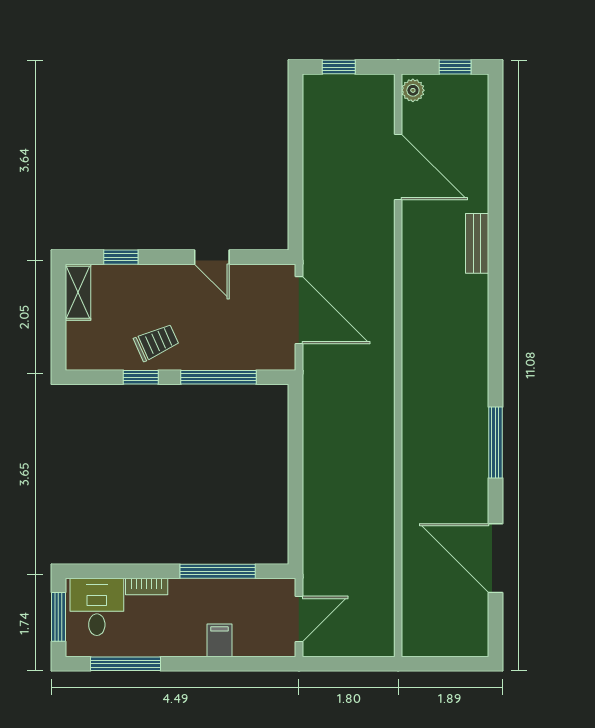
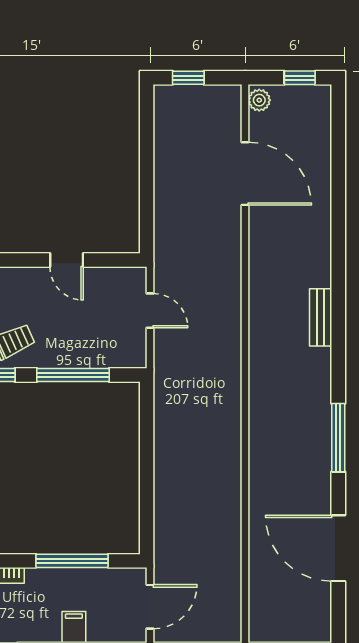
bench: (477, 243) -> (321, 317), moved
door: (299, 310) -> (150, 311), width x0.53

